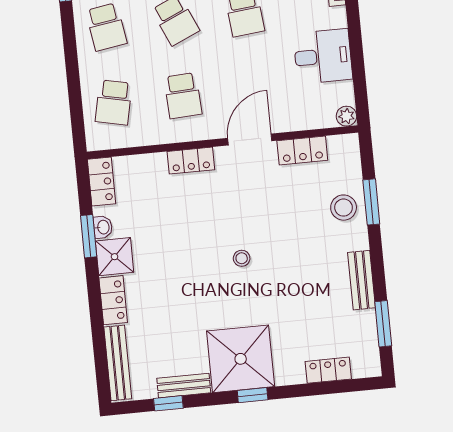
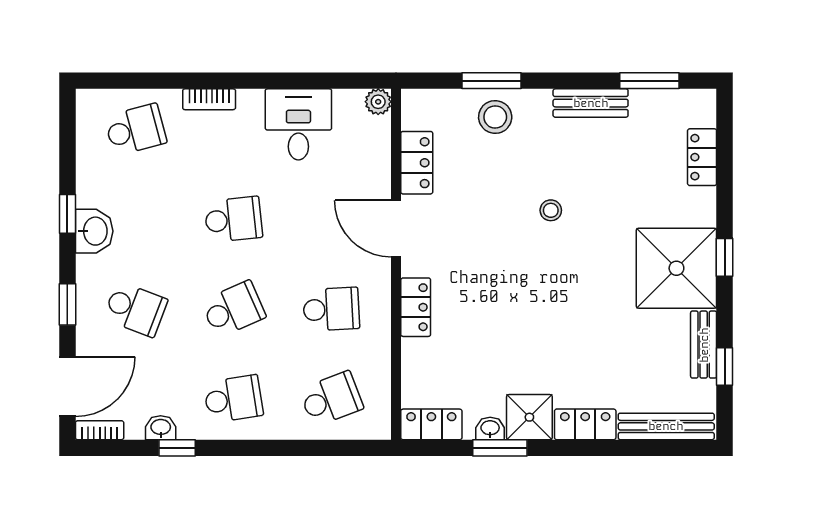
school desk: (114, 102) -> (331, 399), turned -33
stool: (242, 258) -> (551, 210), moved

